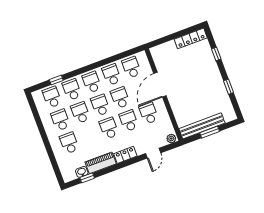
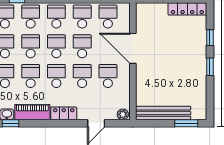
door: (160, 85) -> (133, 48), hinge flipped
window: (229, 87) -> (210, 67), moved
window: (210, 132) -> (186, 123), moved
school desk: (89, 136) -> (31, 76), added

